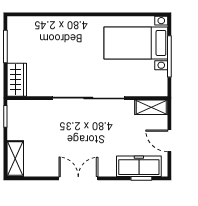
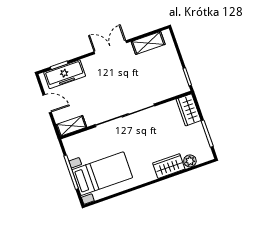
plant: (35, 23) -> (190, 161), added
wardrobe: (60, 26) -> (169, 166), added
shelving: (15, 159) -> (148, 43), moved, turned 90
double door: (78, 178) -> (110, 47), swing flipped

